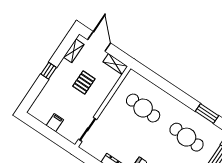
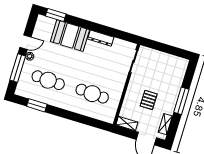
window: (49, 71) -> (181, 101), width x2.17
filing cabinet: (55, 123) -> (163, 59), removed

